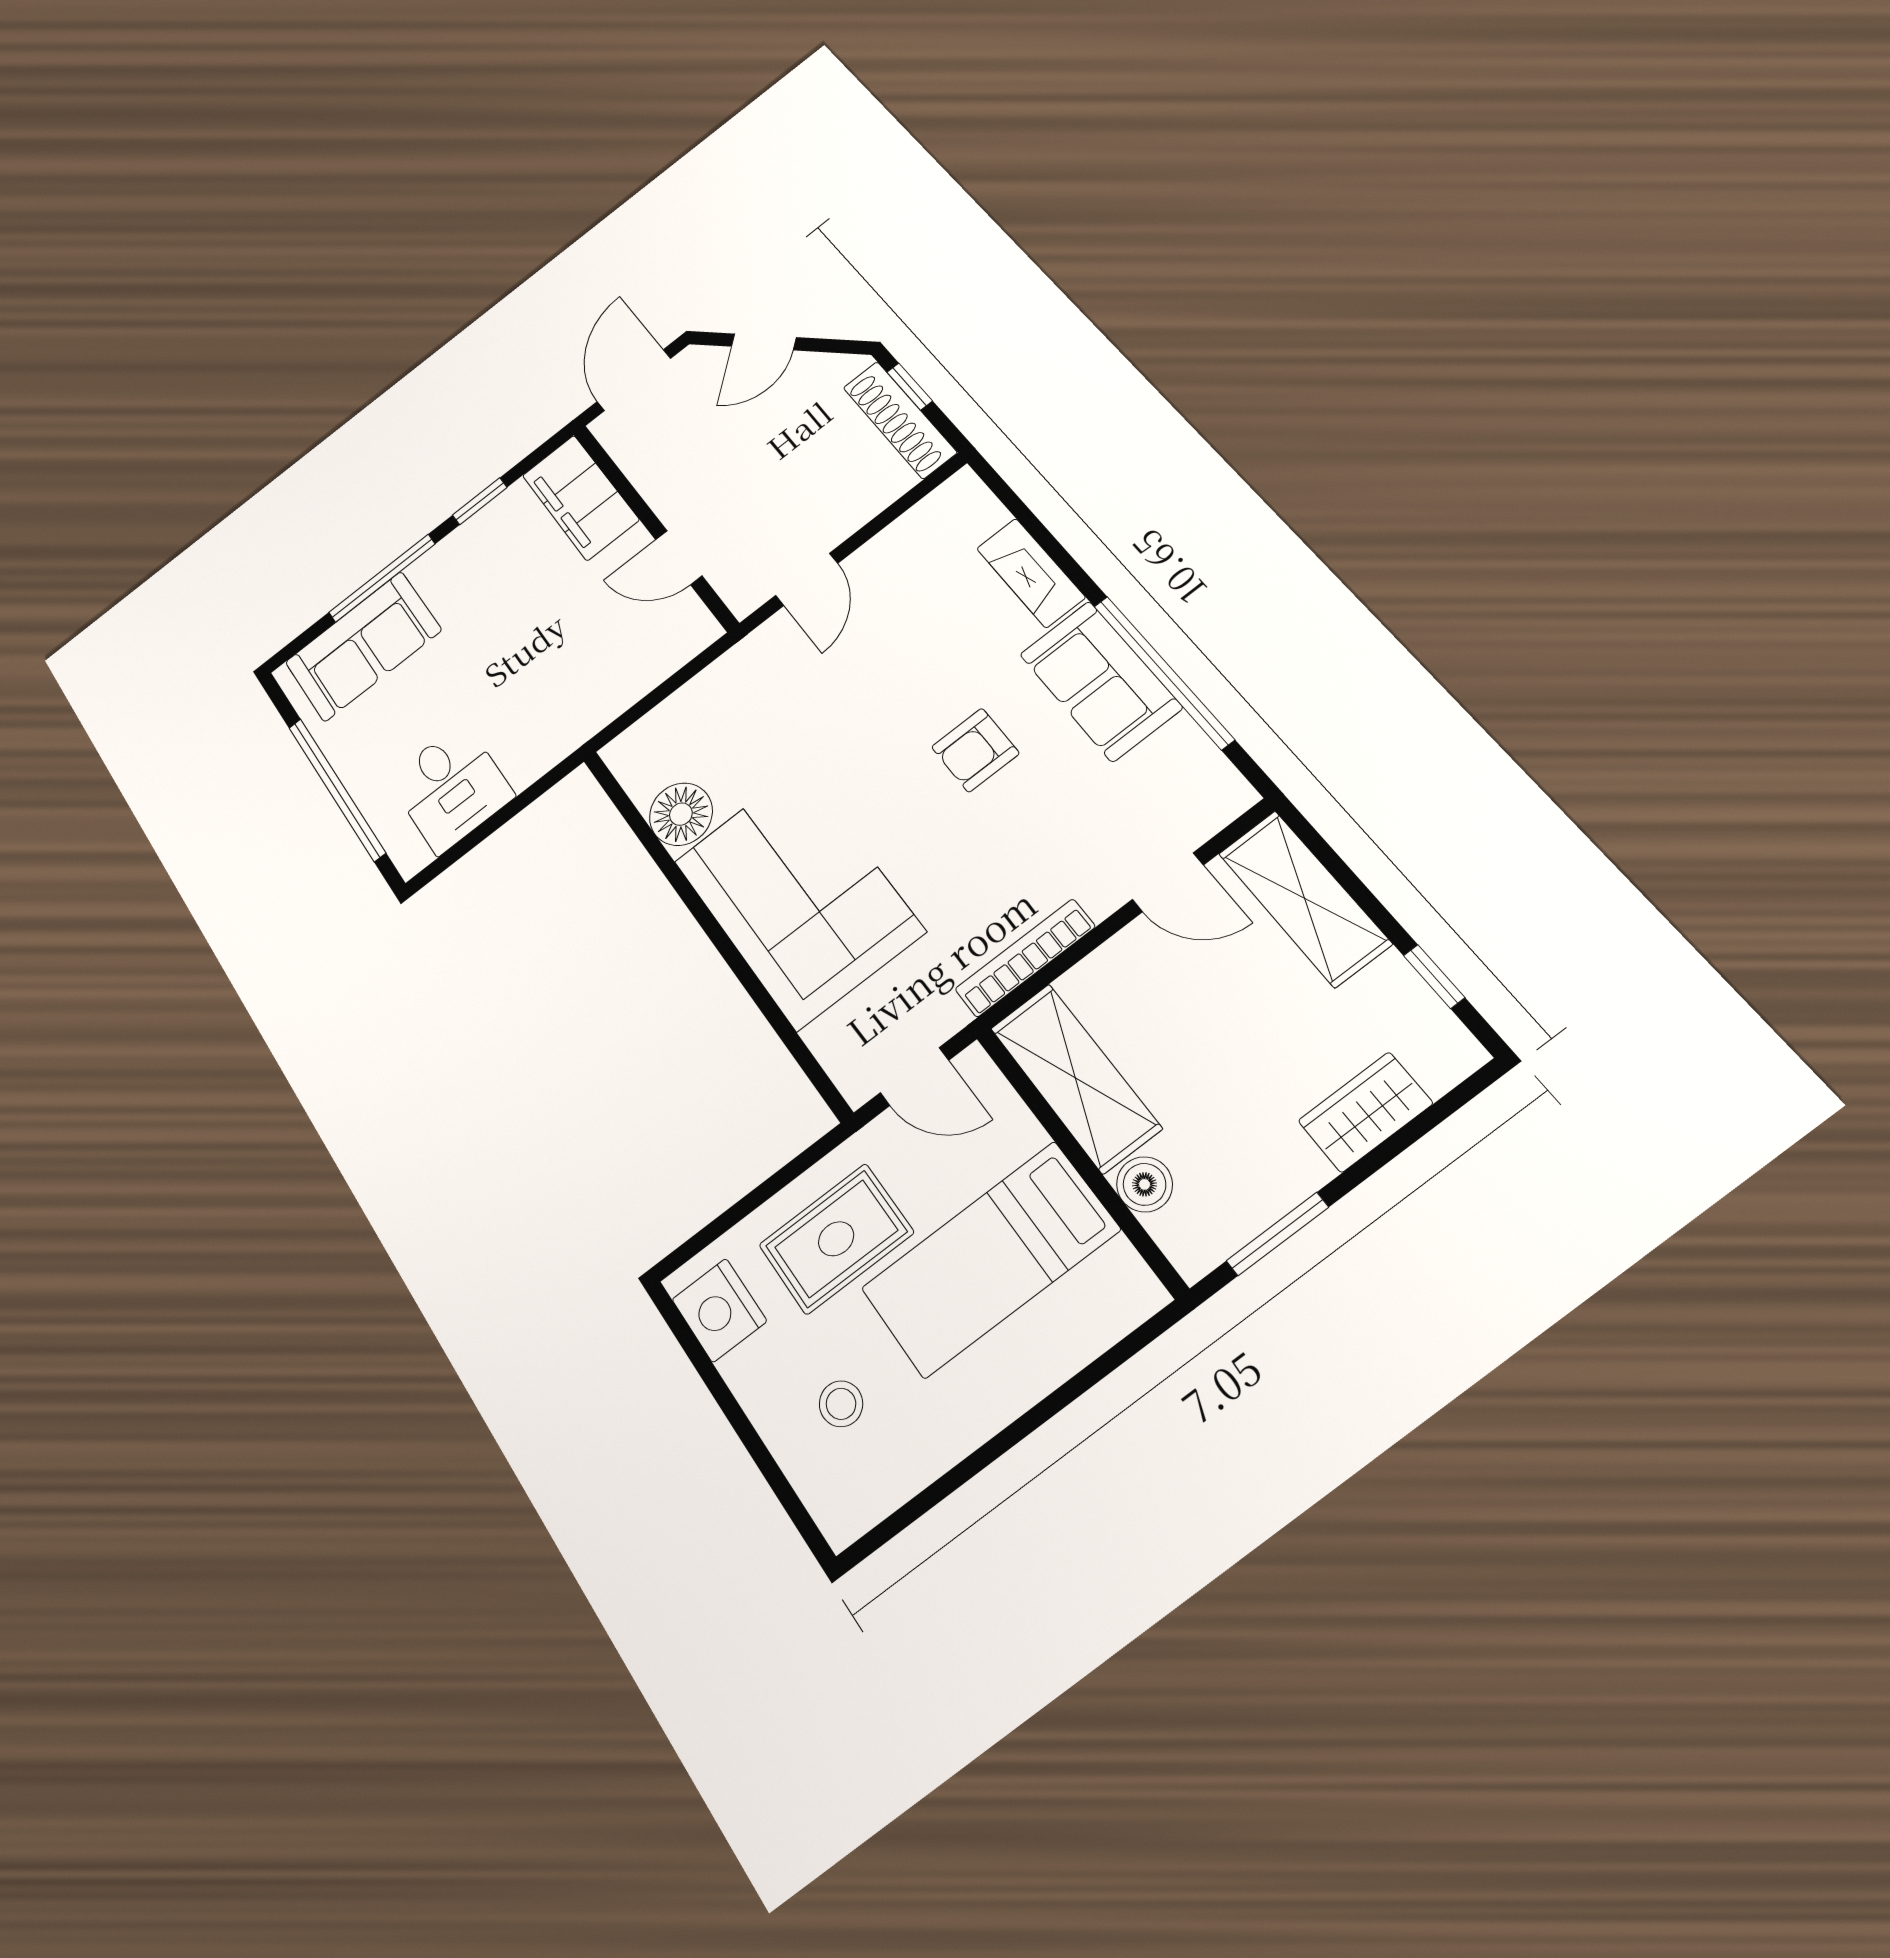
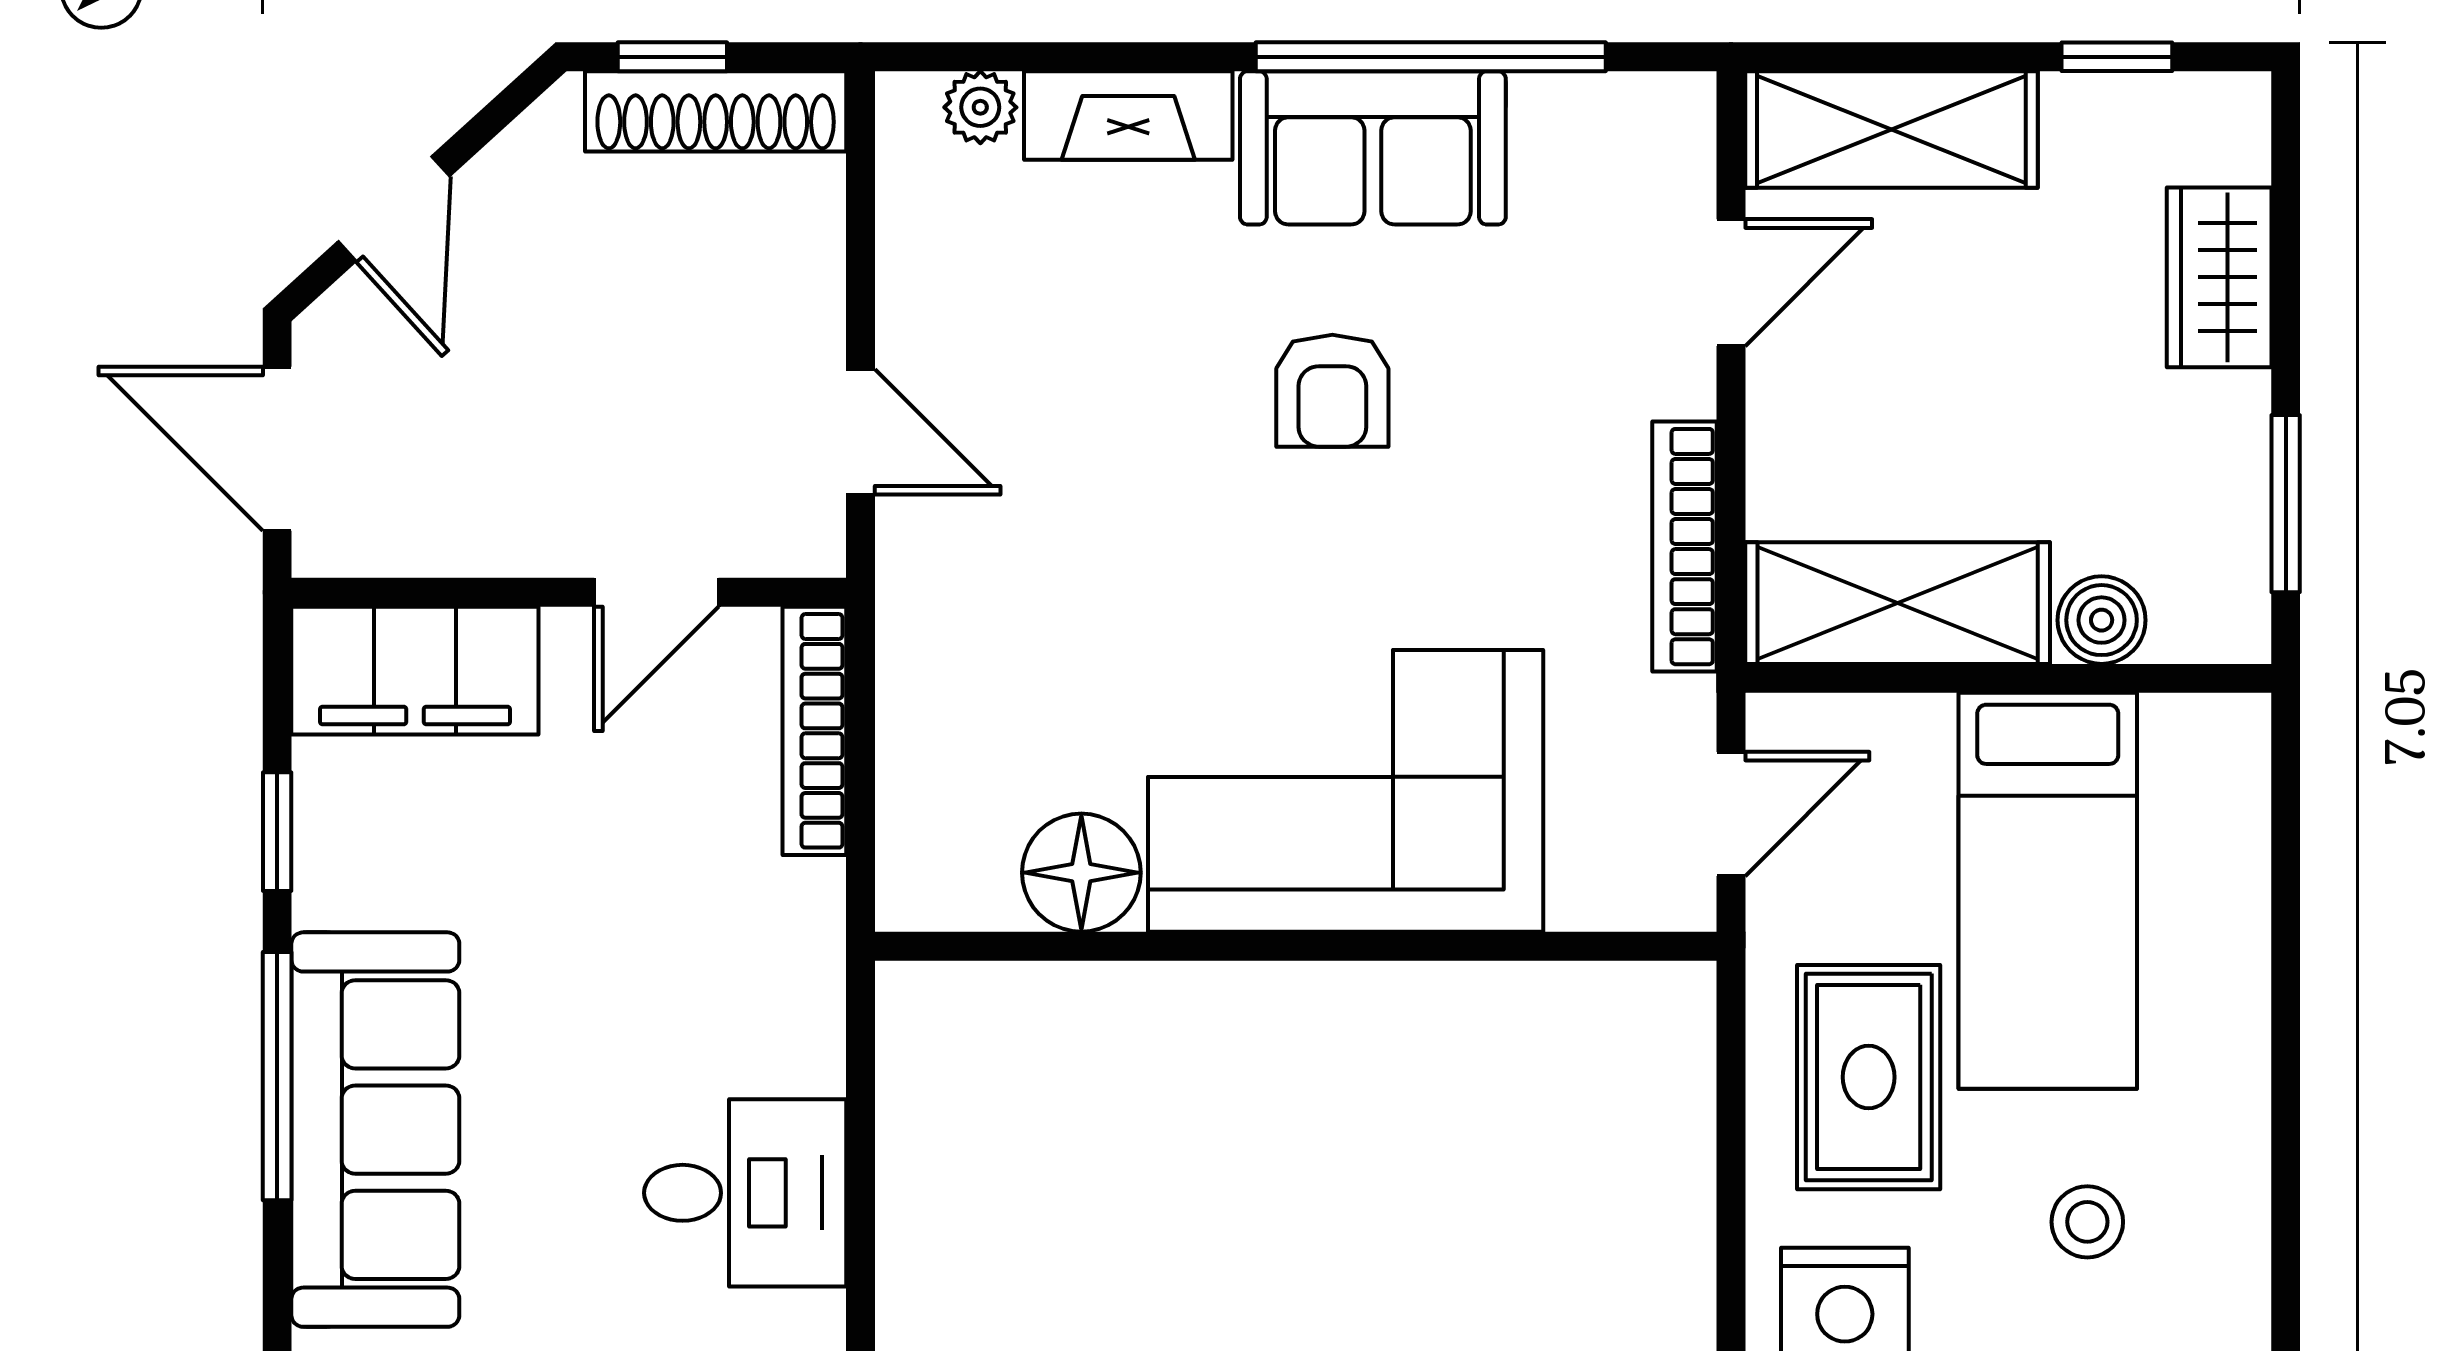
plant: (985, 514) -> (980, 107), added
sofa: (363, 646) -> (375, 1130), width x1.36
bookcase: (665, 662) -> (814, 731), added

